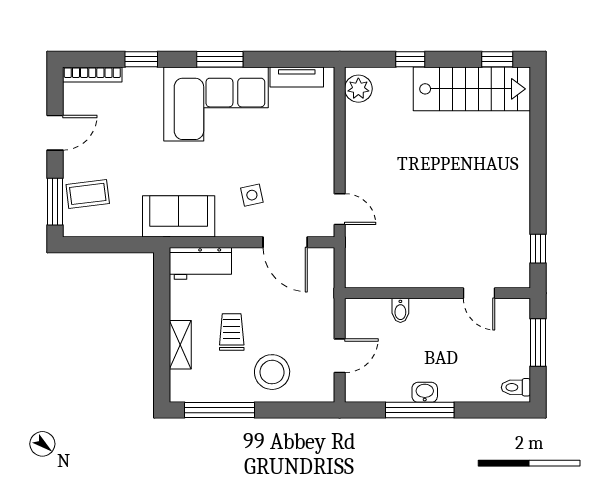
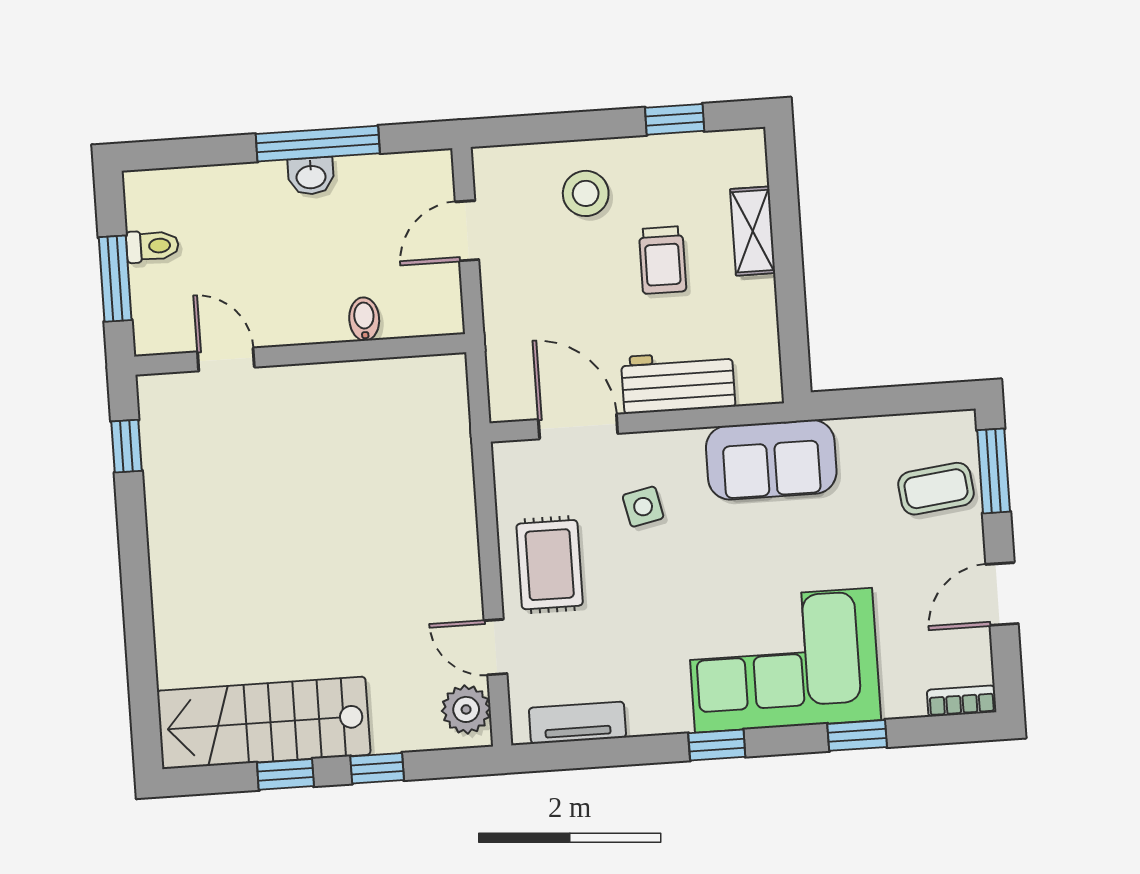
window: (220, 59) -> (717, 745), width x0.67
window: (497, 59) -> (285, 774), moved
bookcase: (92, 74) -> (962, 701), width x0.64
corner sofa: (216, 104) -> (784, 660), moved
rug: (306, 166) -> (550, 565), added
door: (340, 209) -> (495, 647), moved
workbench: (200, 263) -> (678, 382), moved
stool: (272, 372) -> (586, 193), width x0.73, depth x0.73
toilet: (516, 387) -> (152, 246), moved
window: (220, 410) -> (675, 119), width x0.46

